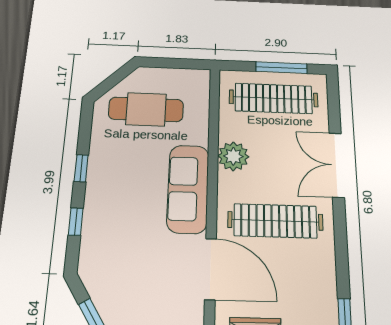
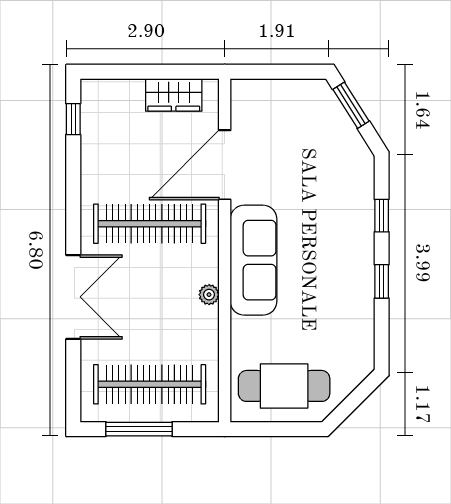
cafe table: (146, 109) -> (284, 386), moved
plant: (233, 156) -> (209, 295), width x0.53, depth x0.53
door: (210, 269) -> (225, 165), hinge flipped

